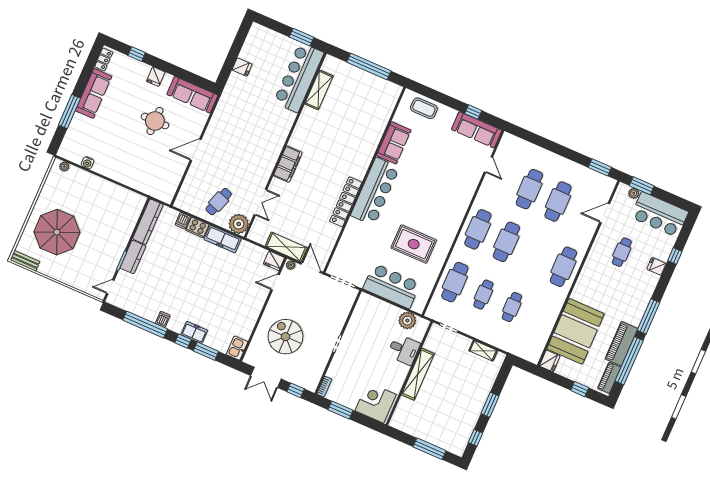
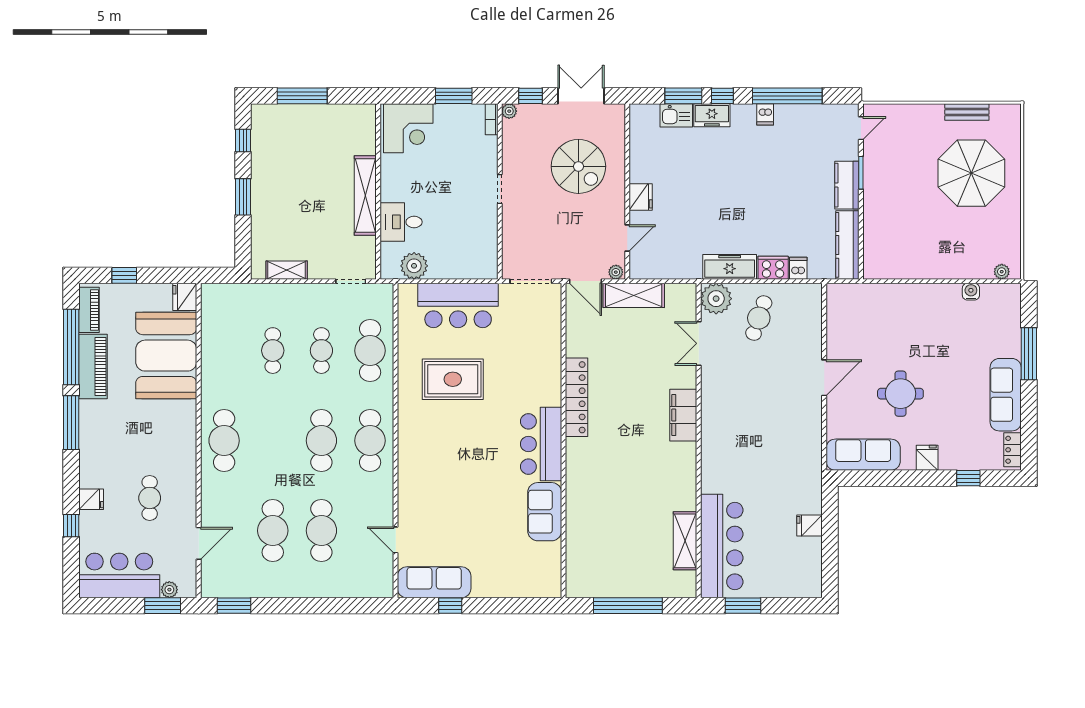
coffee table: (424, 108) -> (523, 580), removed
bar counter: (375, 191) -> (541, 444), width x0.73
bench: (25, 261) -> (967, 112), moved
fridge: (274, 261) -> (641, 197), moved, turned 90
kitchen sink: (237, 348) -> (676, 115), moved, turned 90
plant: (312, 387) -> (509, 111), added

